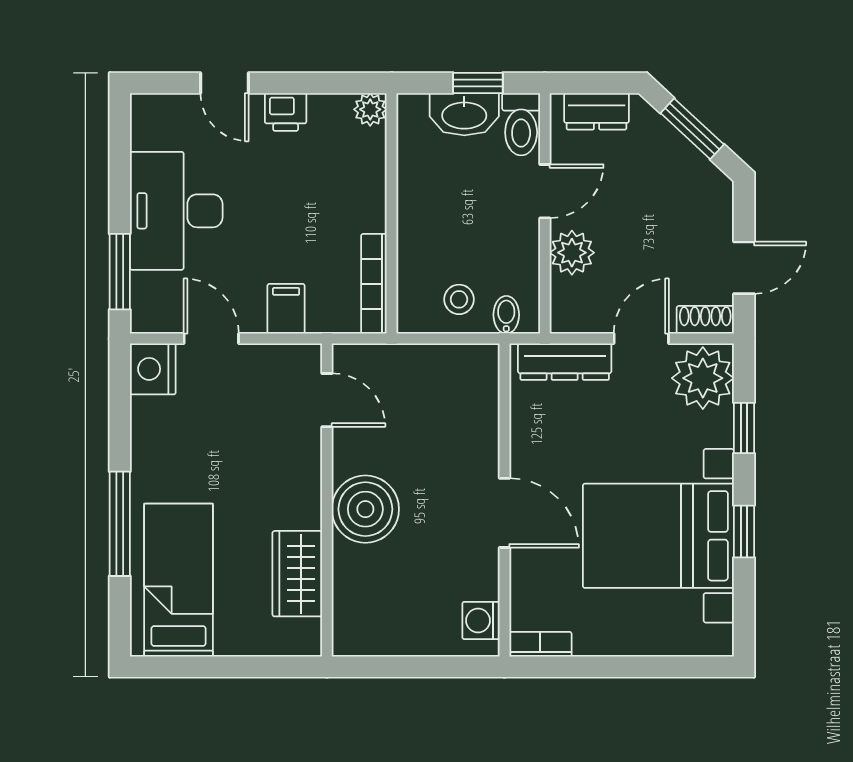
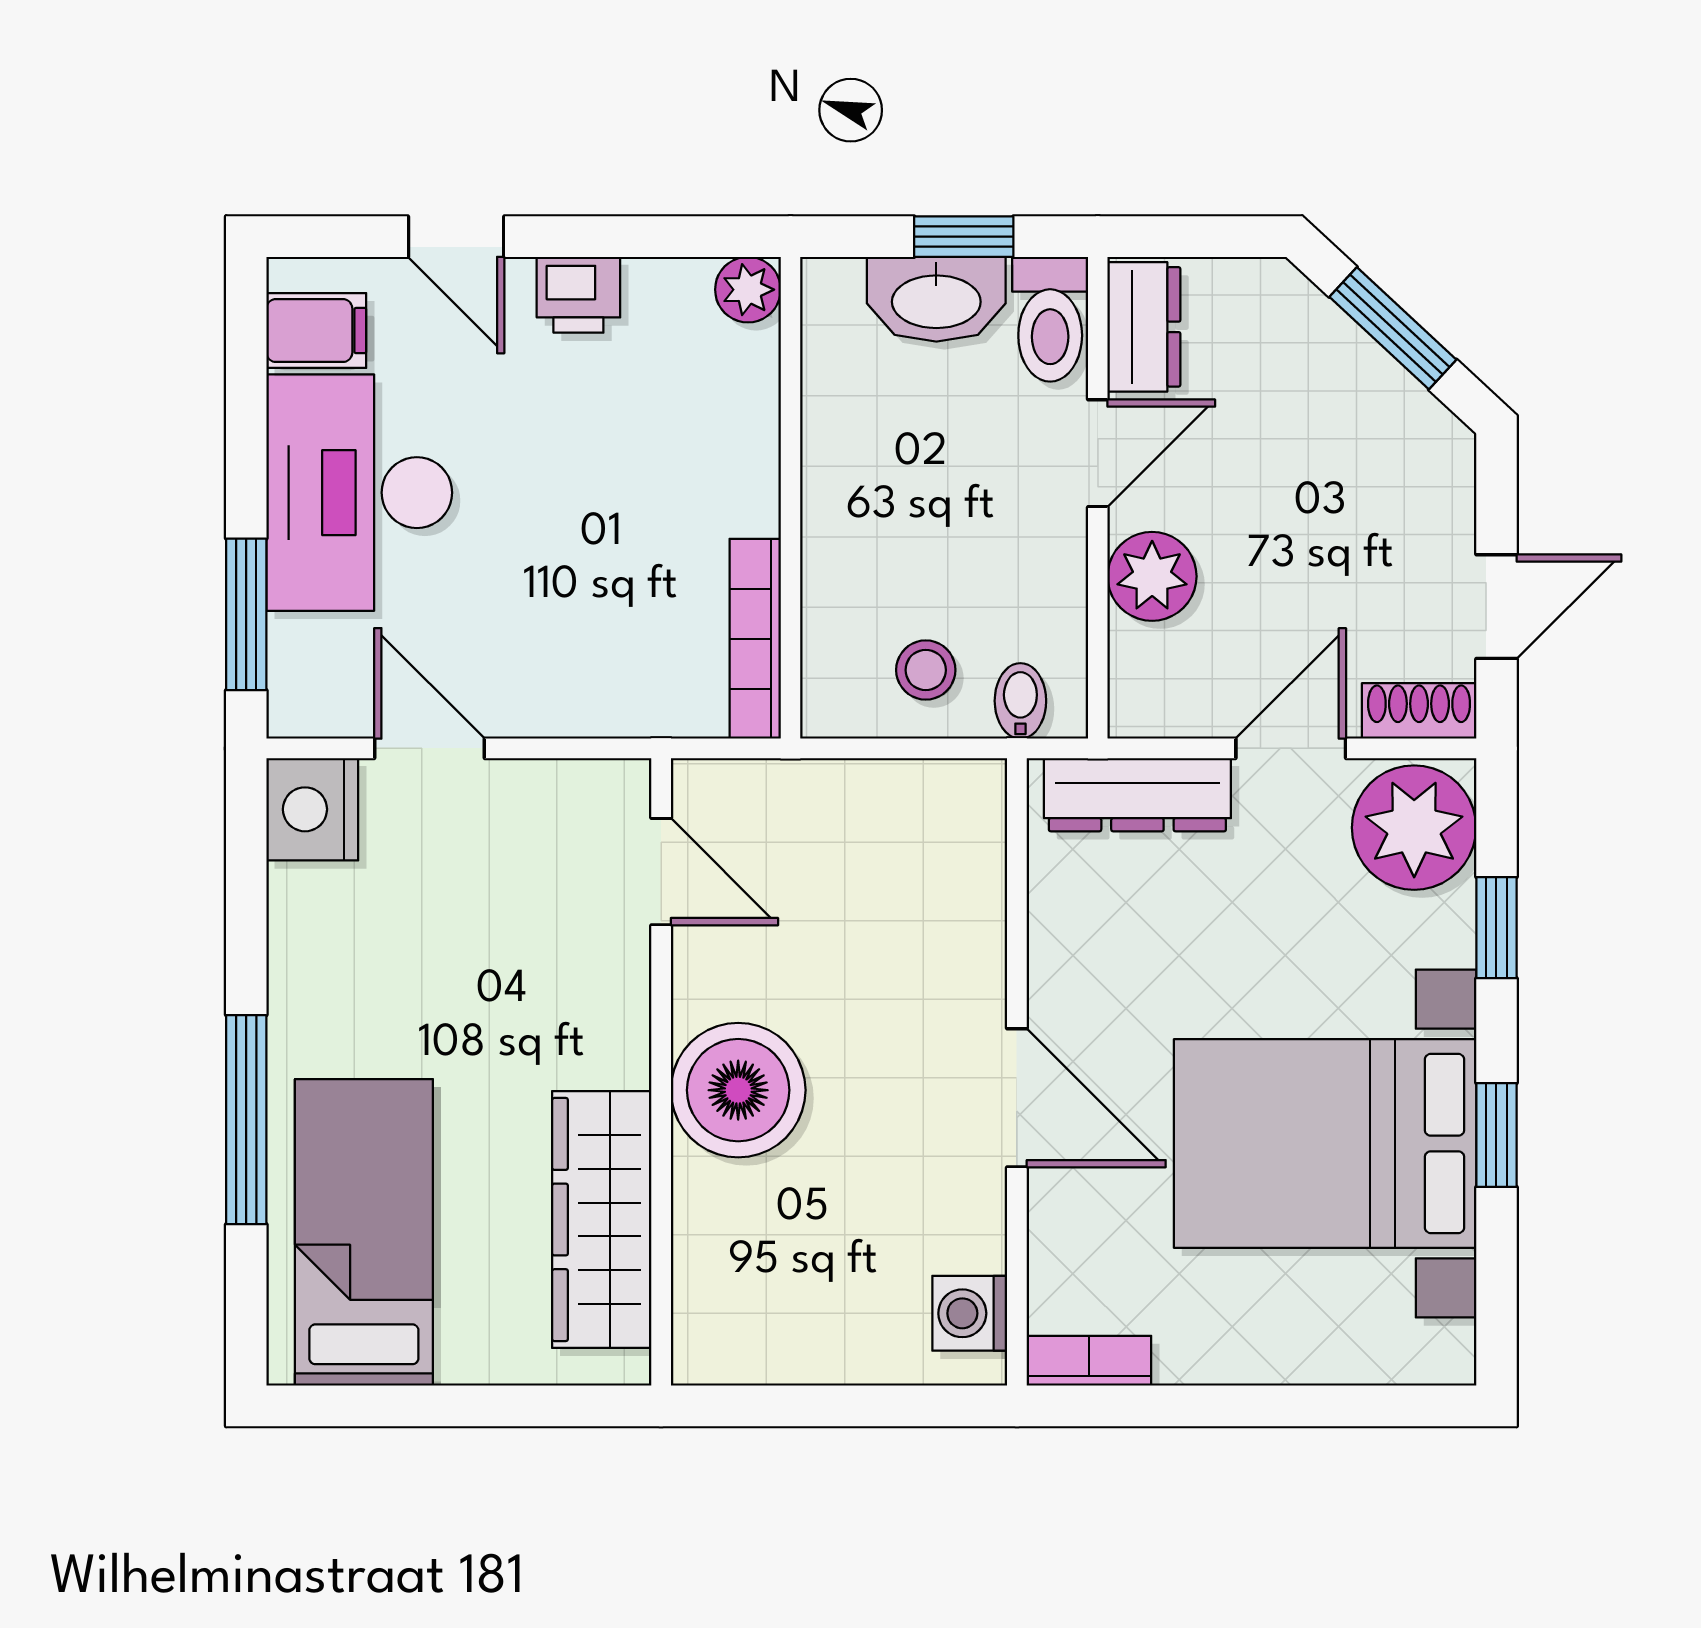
dresser: (597, 111) -> (1144, 327), moved, turned -90
filing cabinet: (286, 309) -> (316, 331), moved, turned 90
wardrobe: (297, 574) -> (602, 1220), width x1.50

